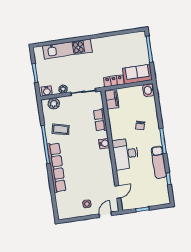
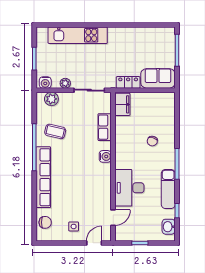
washbasin: (149, 90) -> (169, 227), moved
desk: (126, 154) -> (129, 188), moved
chair: (63, 204) -> (45, 222), added

